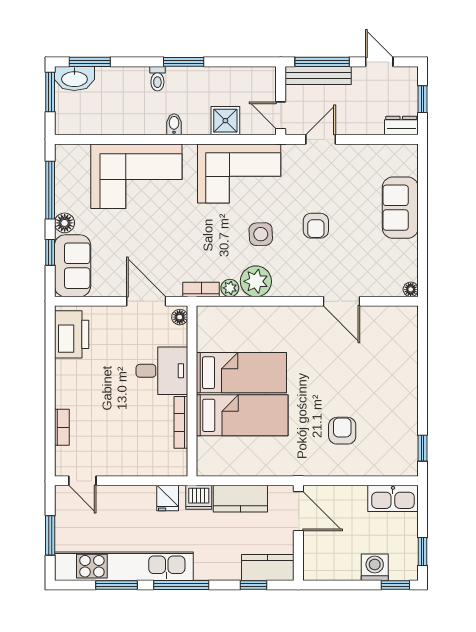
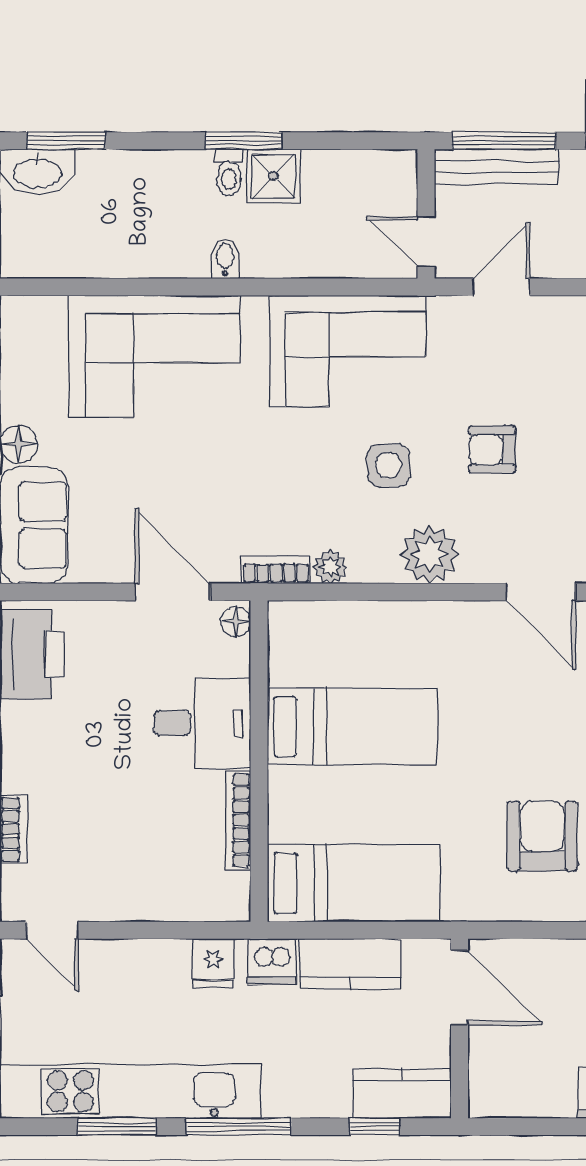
toilet: (157, 79) -> (229, 172), moved
shower: (225, 121) -> (273, 176), moved
armchair: (316, 226) -> (492, 449), turned 90
plant: (256, 281) -> (429, 554), moved
bed: (242, 415) -> (353, 883), moved
armchair: (342, 431) -> (542, 836), width x1.38, depth x1.38

